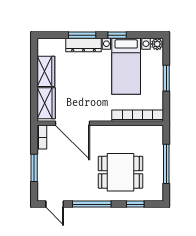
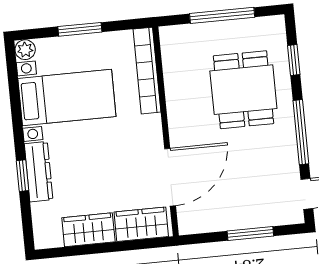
window: (82, 35) -> (22, 176), width x0.67
window: (117, 35) -> (17, 118), removed
bookcase: (42, 137) -> (198, 226), removed

